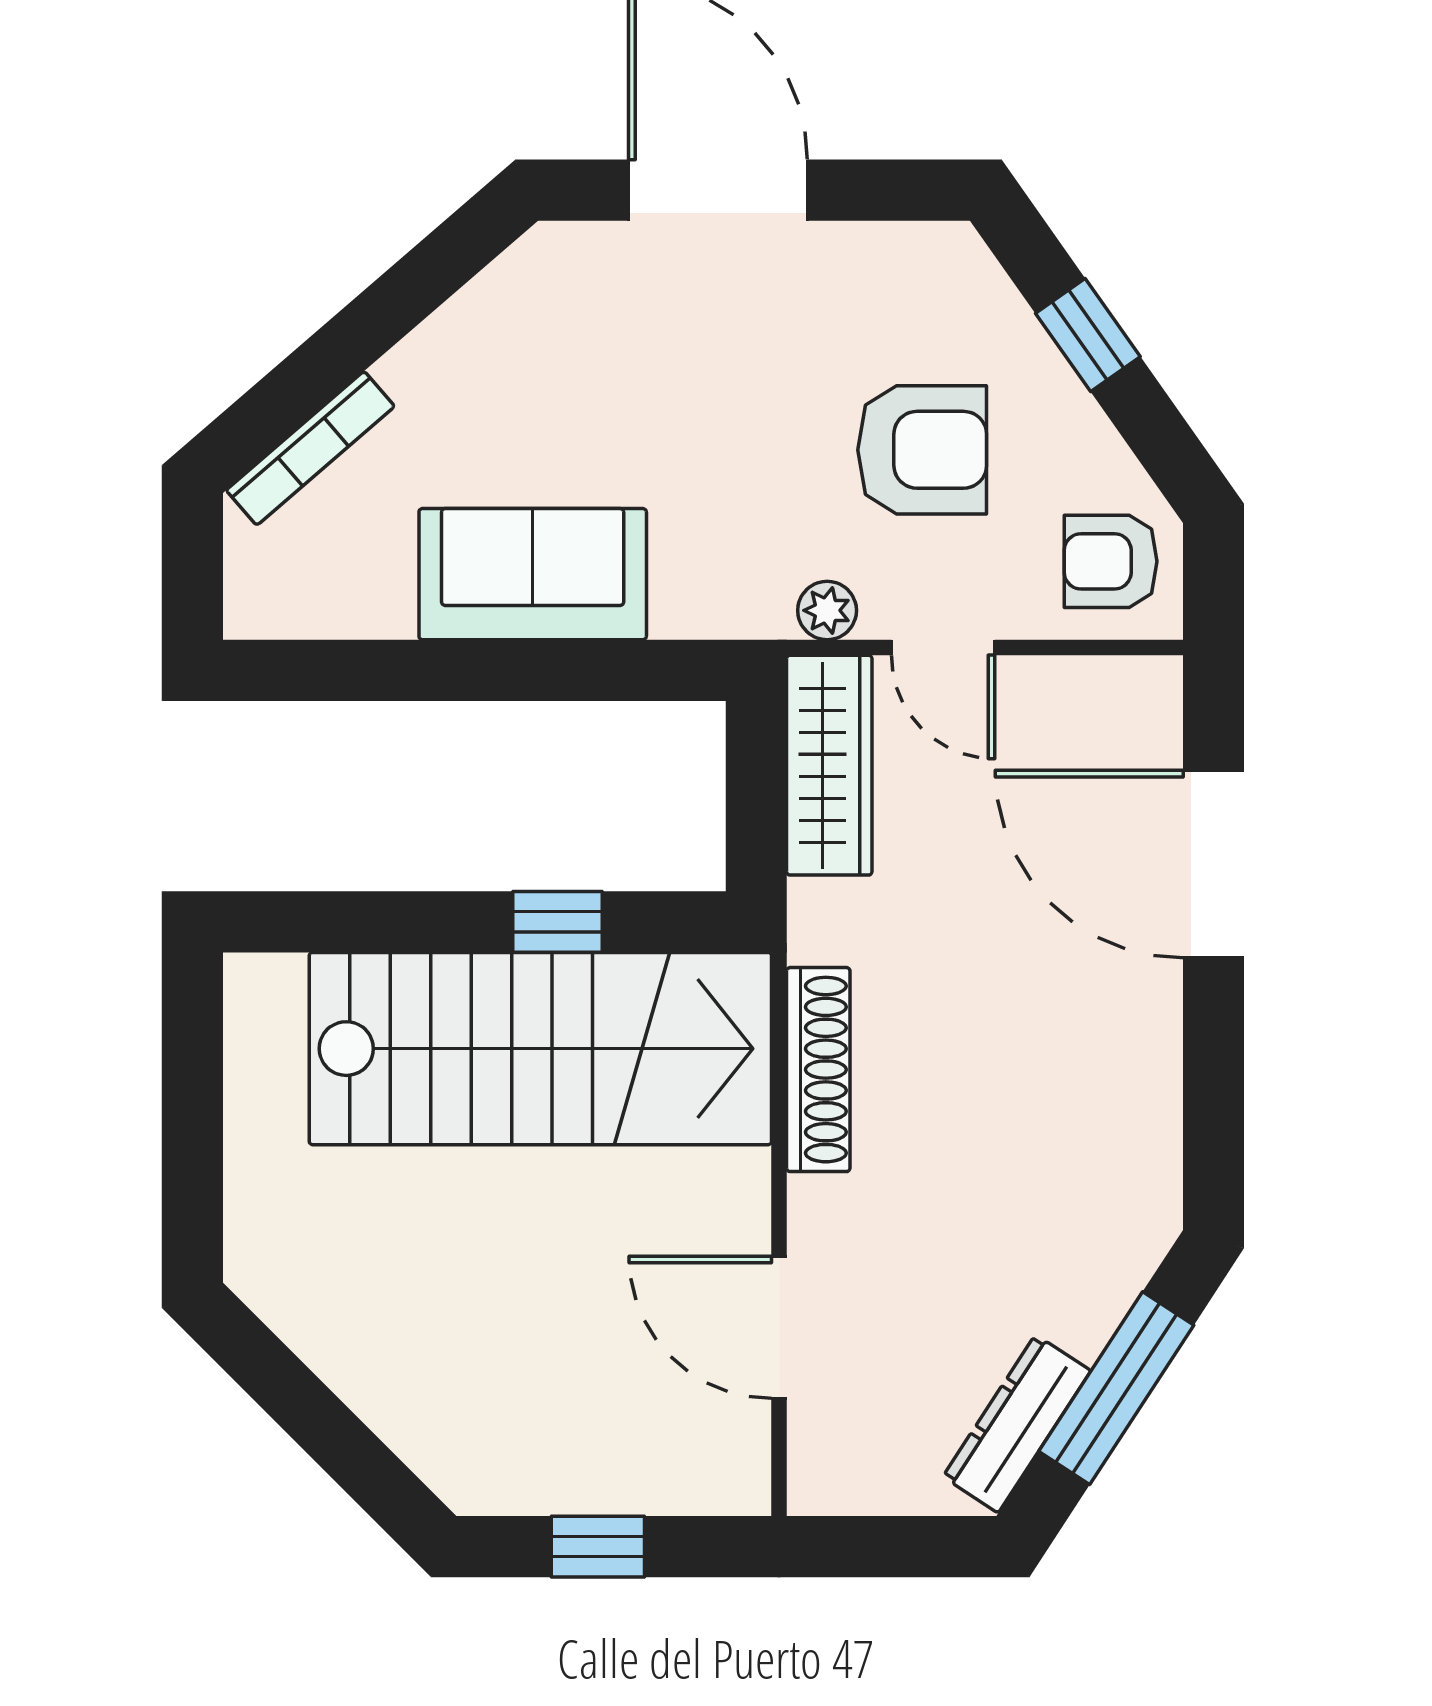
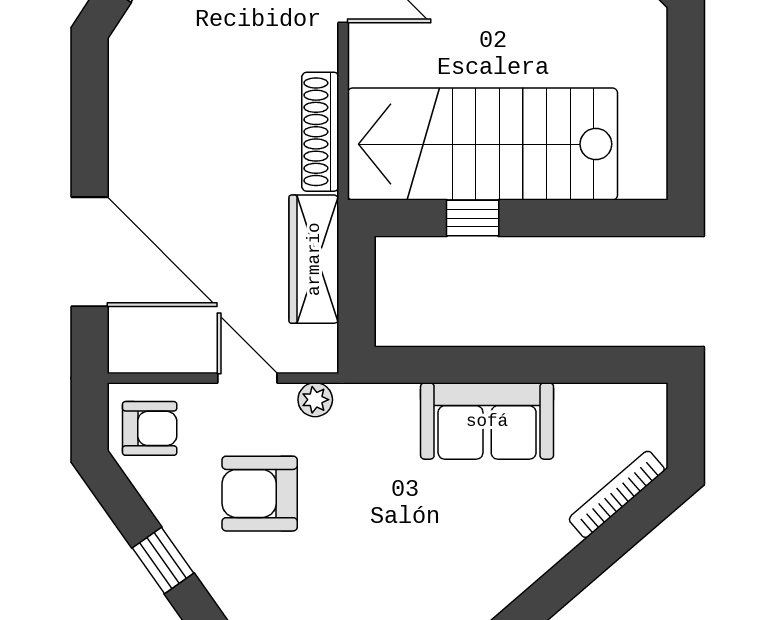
wardrobe: (829, 765) -> (314, 259), moved

